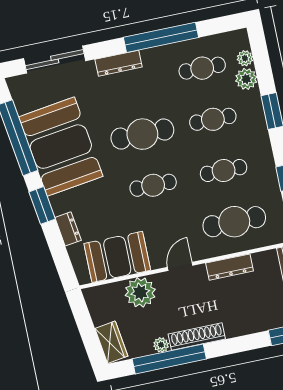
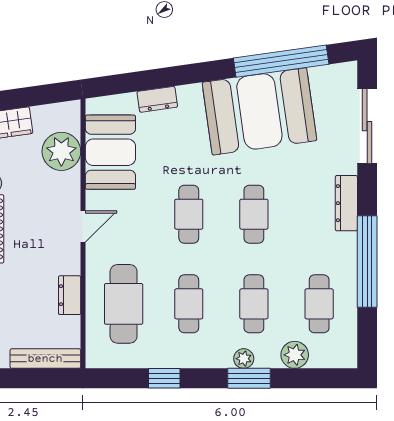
plant: (245, 58) -> (244, 359), moved
cafe table: (142, 134) -> (254, 214), width x0.73, depth x0.74
window: (42, 205) -> (192, 74), removed
door: (180, 266) -> (83, 226), hinge flipped
dresser: (230, 267) -> (70, 295), width x0.70
plant: (140, 292) -> (61, 151), moved

